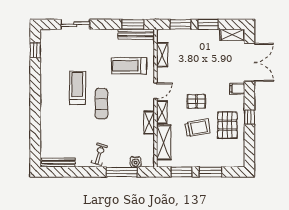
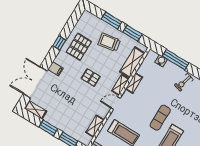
trolley: (198, 128) -> (109, 42), moved

